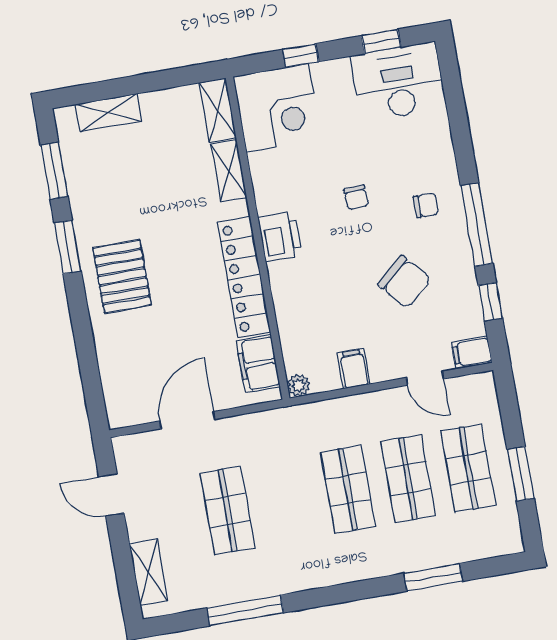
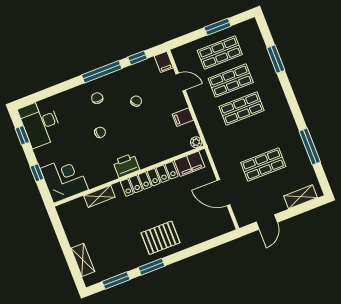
shelving: (218, 110) -> (71, 208), removed
chair: (404, 282) -> (136, 101), width x0.54, depth x0.54
door: (425, 378) -> (181, 82), hinge flipped

